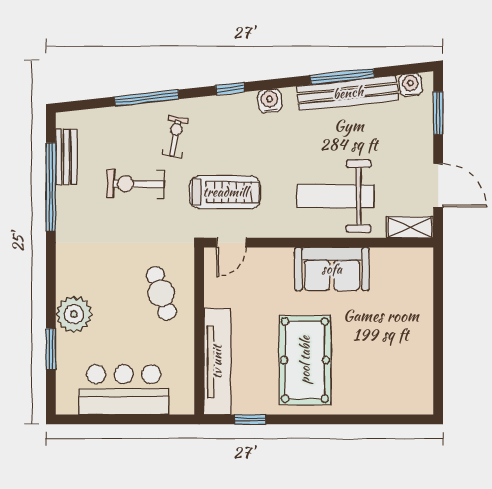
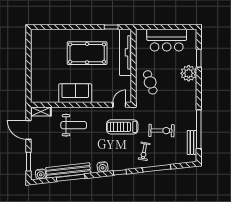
weight bench: (335, 196) -> (74, 125), width x0.73, depth x0.75
pool table: (305, 360) -> (87, 53), turned 90

